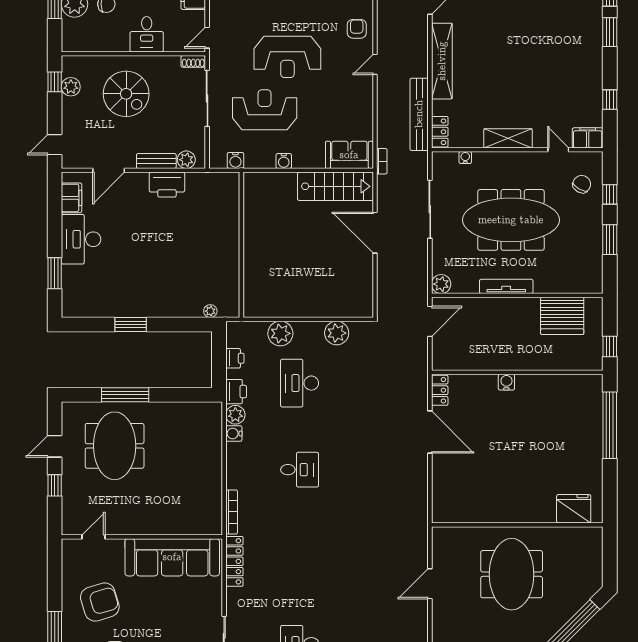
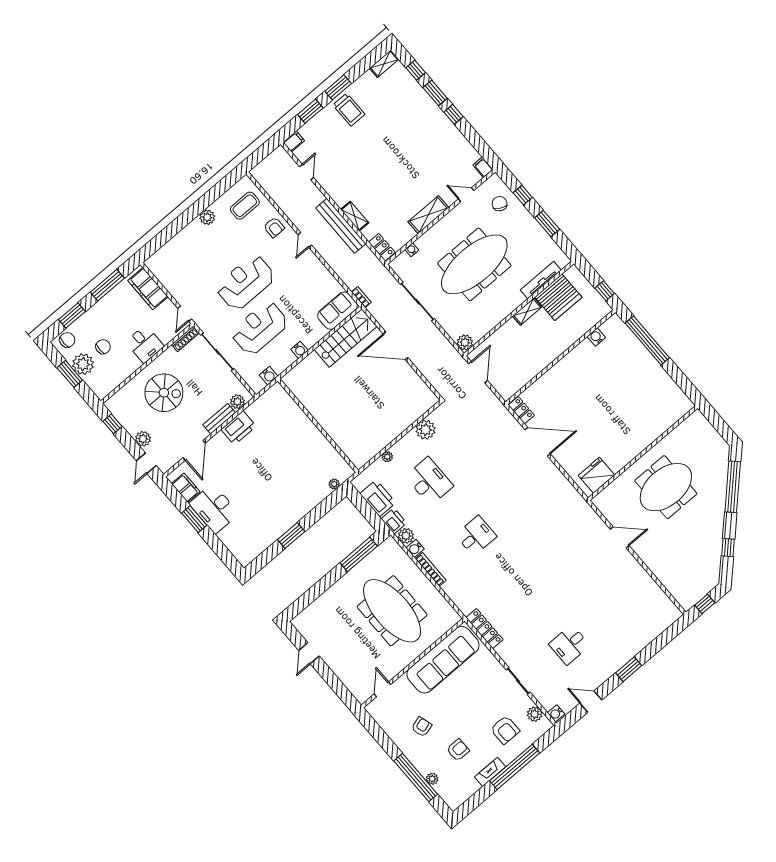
armchair: (357, 29) -> (274, 227), turned 180
reception desk: (287, 57) -> (245, 282), turned 180
shoe rack: (193, 61) -> (185, 339), width x1.43
shelving: (442, 61) -> (355, 216), width x0.45, depth x0.75
plant: (71, 87) -> (143, 439), moved
window: (610, 100) -> (454, 114), moved
bench: (419, 114) -> (341, 226), moved
filing cabinet: (588, 138) -> (483, 167), width x0.50
window: (55, 273) -> (194, 519), moved
tv unit: (506, 286) -> (541, 280), moved
shelving: (522, 305) -> (527, 312), added
plant: (280, 333) -> (387, 457), width x0.53, depth x0.53
printer: (235, 358) -> (378, 498), width x1.87, depth x1.48
water cooler: (506, 382) -> (596, 337), moved
desk: (300, 383) -> (429, 481), turned 180
window: (125, 395) -> (359, 554), moved
meeting table: (115, 446) -> (392, 611), moved, width x1.36
window: (55, 485) -> (330, 678), removed
fridge: (574, 509) -> (596, 475), moved
bookcase: (232, 512) -> (431, 569), moved
meeting table: (512, 574) -> (666, 487), turned 90
door: (430, 584) -> (620, 537), swing flipped
armchair: (100, 602) -> (422, 727), width x0.53, depth x0.53

